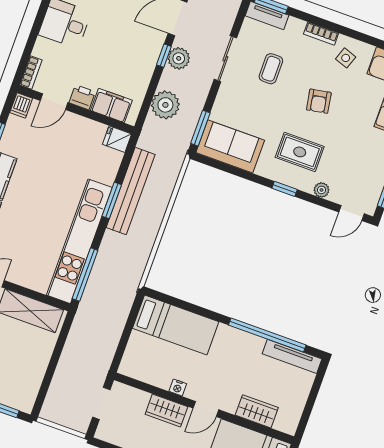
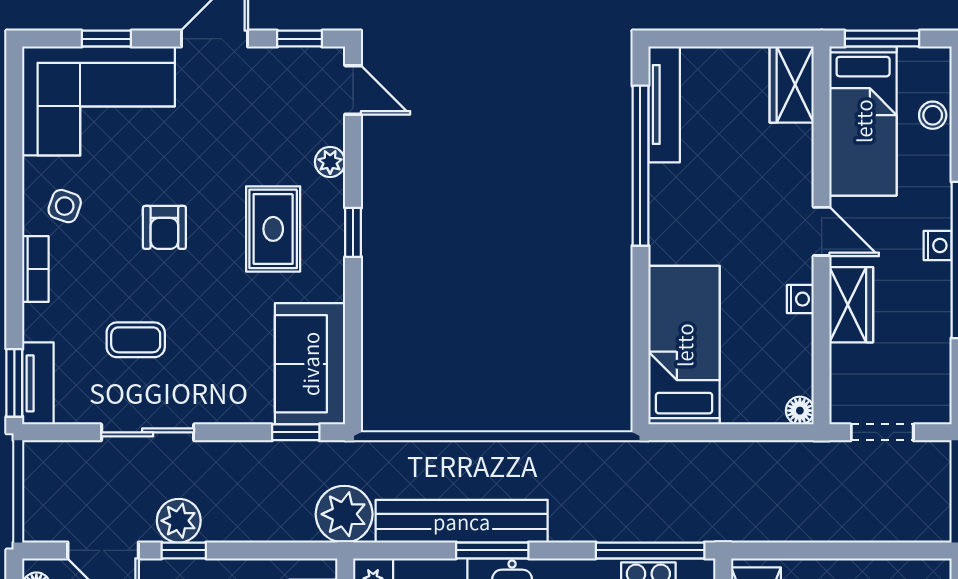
armchair: (319, 101) -> (164, 227), turned 100
plant: (165, 105) -> (344, 514), moved
window: (200, 128) -> (296, 432), width x0.67
floor lamp: (125, 368) -> (800, 411), added
wardrobe: (257, 411) -> (792, 85), moved

